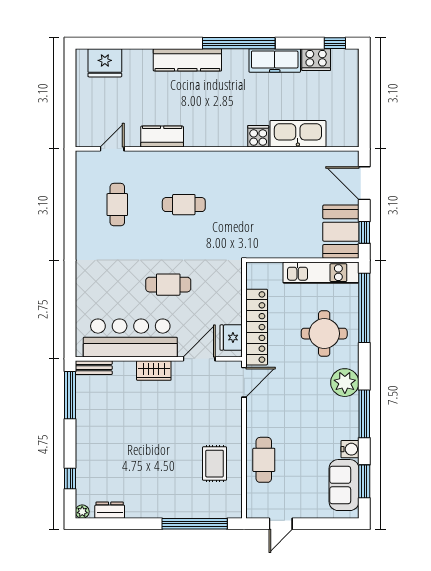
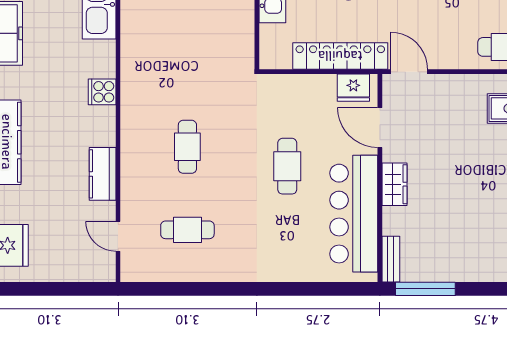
cooker: (258, 136) -> (102, 92), moved

